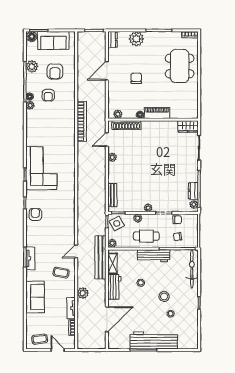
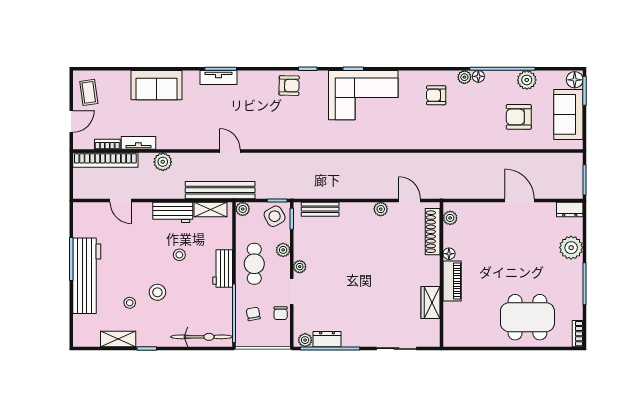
chair: (136, 78) -> (508, 248), removed
armchair: (48, 95) -> (436, 95), moved
bookcase: (82, 121) -> (105, 160), moved
wardrobe: (188, 126) -> (430, 302), moved
workbench: (154, 256) -> (223, 269), width x0.73
coffee table: (61, 273) -> (196, 127), removed
door: (107, 319) -> (121, 200), width x0.53
shelving: (193, 321) -> (118, 339), added

